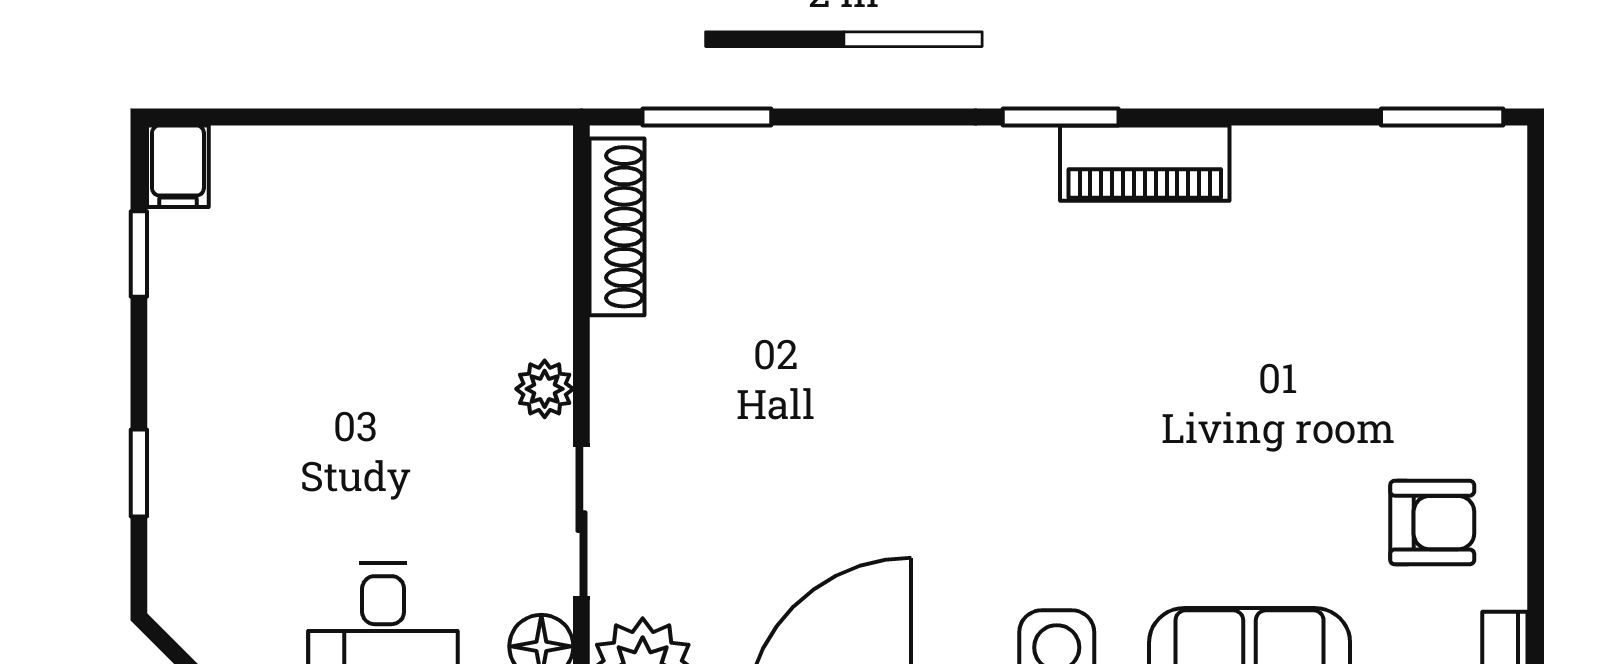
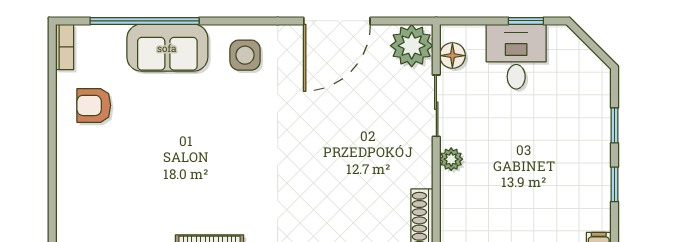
window: (139, 254) -> (614, 184), moved

